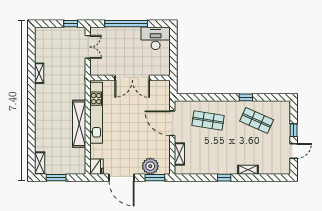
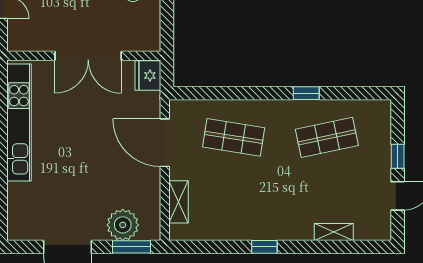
shop shelf: (257, 120) -> (327, 137), turned -36
fridge: (97, 167) -> (148, 75), moved, turned 180
shelving: (248, 170) -> (334, 232), moved

